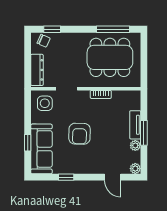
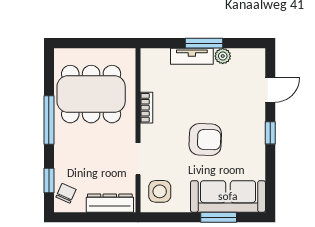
window: (113, 29) -> (49, 120), moved
dining table: (110, 57) -> (91, 94), turned 90
window: (28, 143) -> (219, 217), width x1.50
plant: (135, 169) -> (257, 56), removed
window: (66, 177) -> (270, 133), moved

